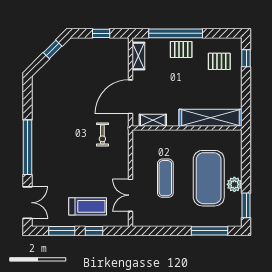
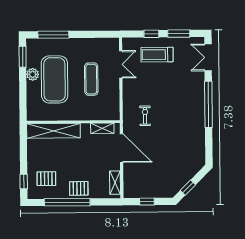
window: (176, 33) -> (67, 202), moved
door: (130, 97) -> (121, 148), hinge flipped

